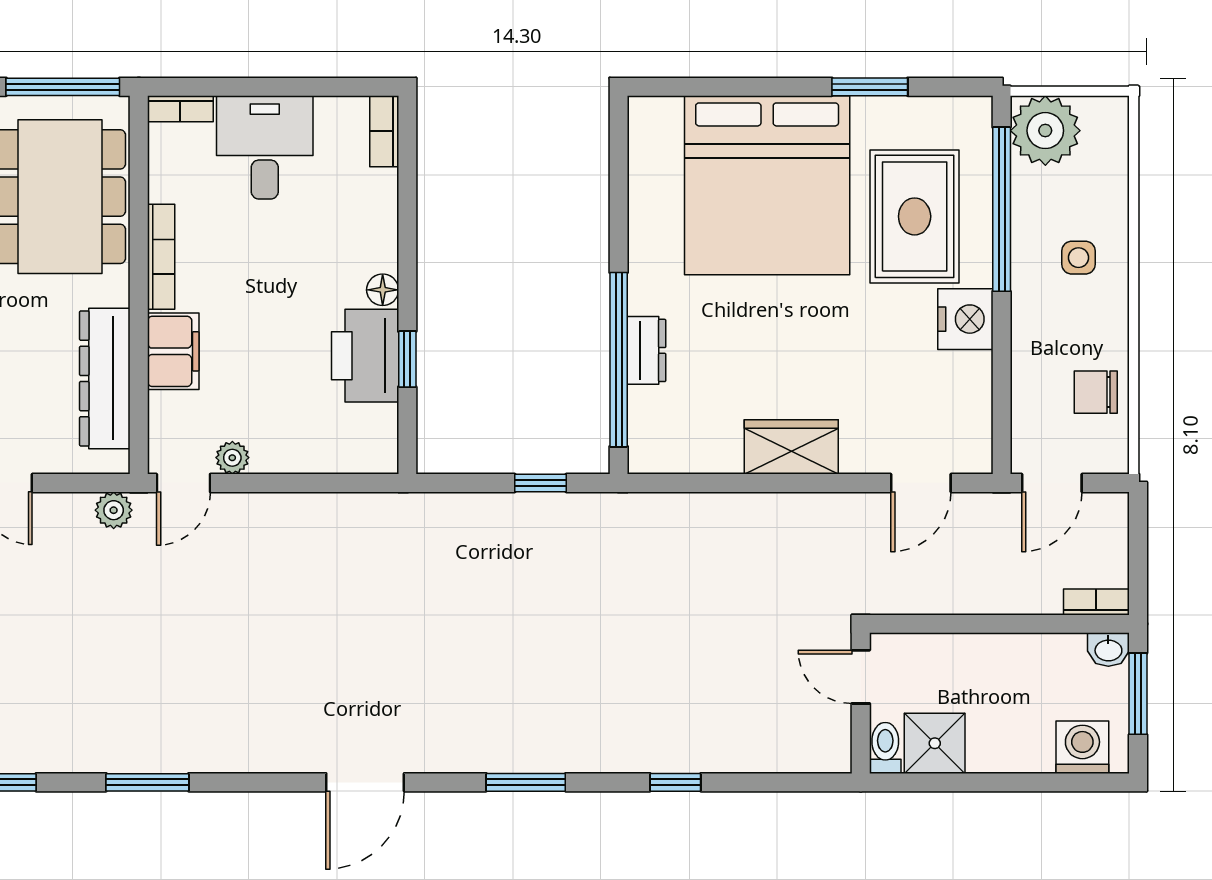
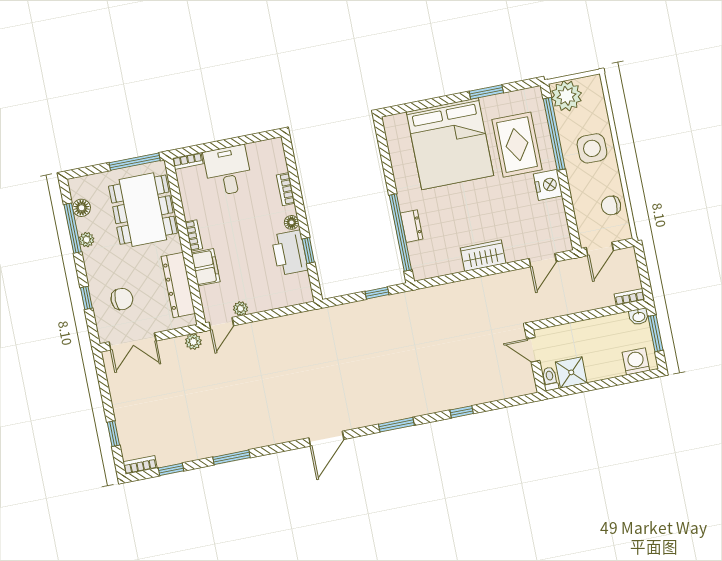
bookcase: (384, 131) -> (286, 189), moved
bookcase: (161, 257) -> (194, 235), width x0.64
side table: (1079, 258) -> (592, 148), width x1.87, depth x1.87

